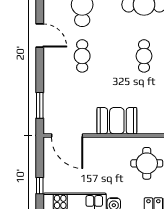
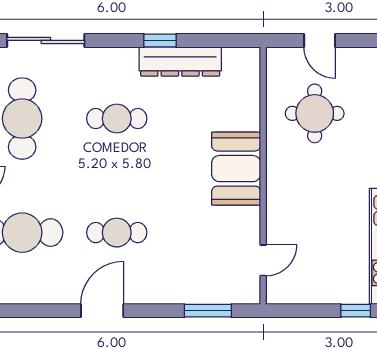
door: (40, 35) -> (102, 311), moved
door: (67, 135) -> (263, 260), width x0.53

